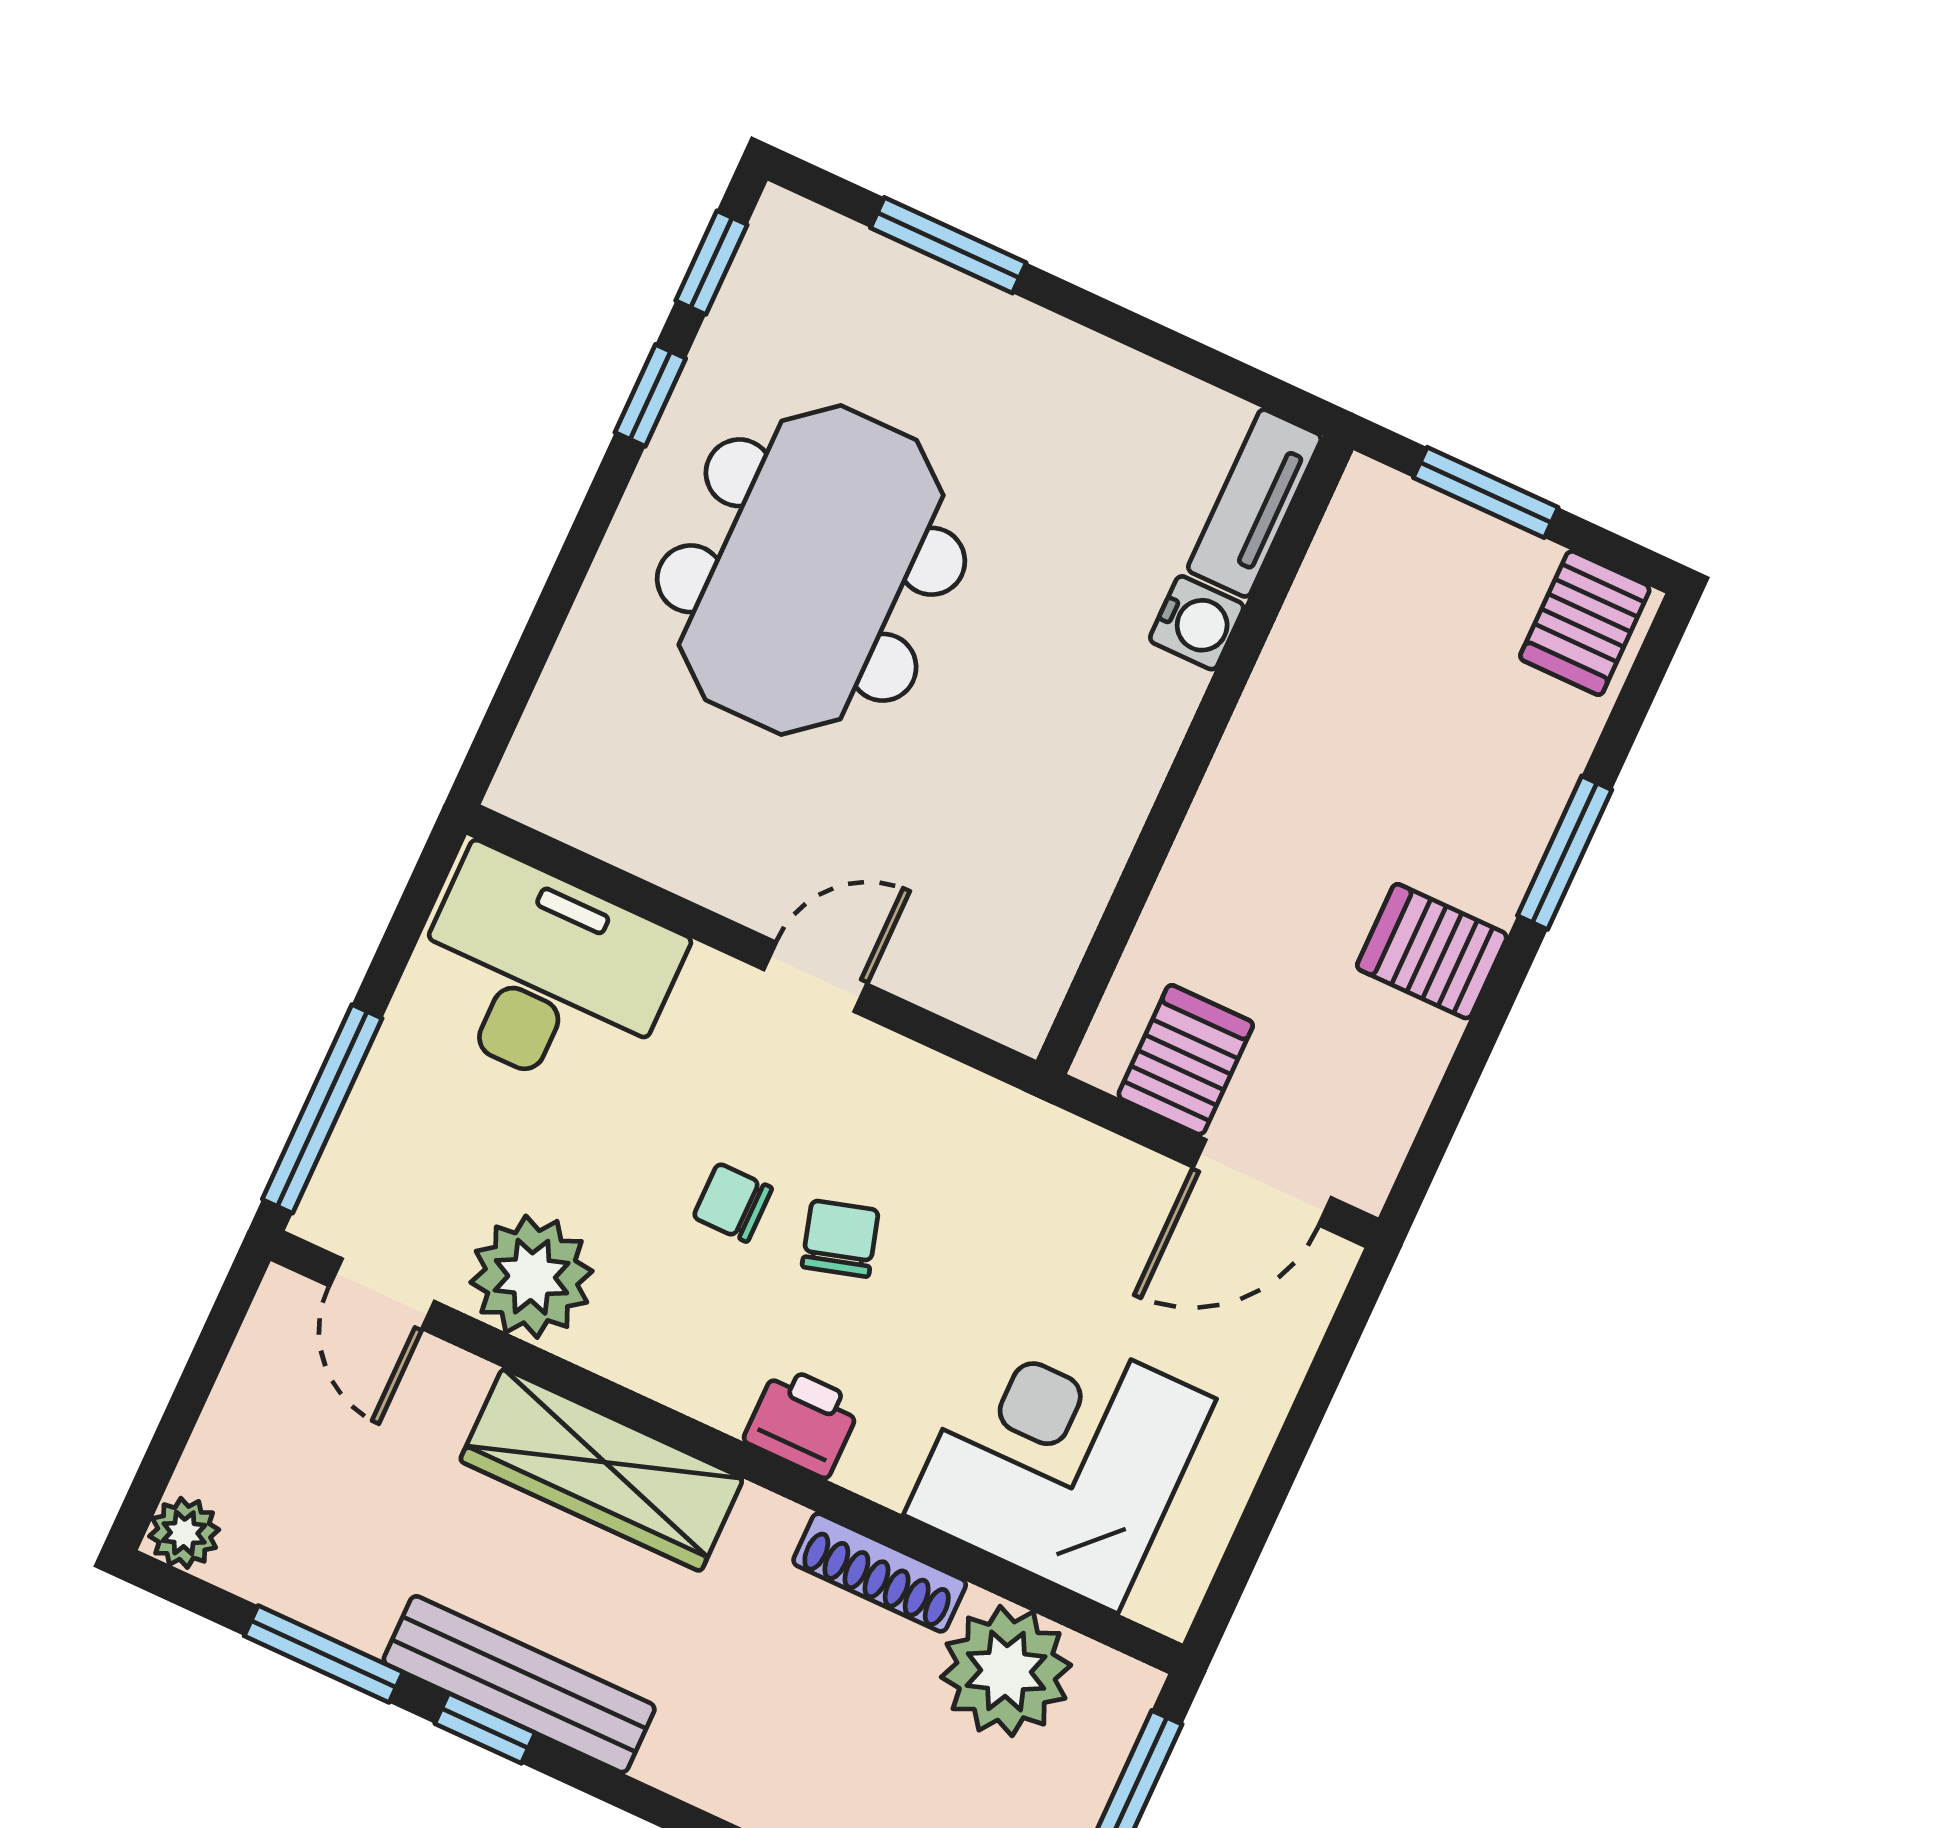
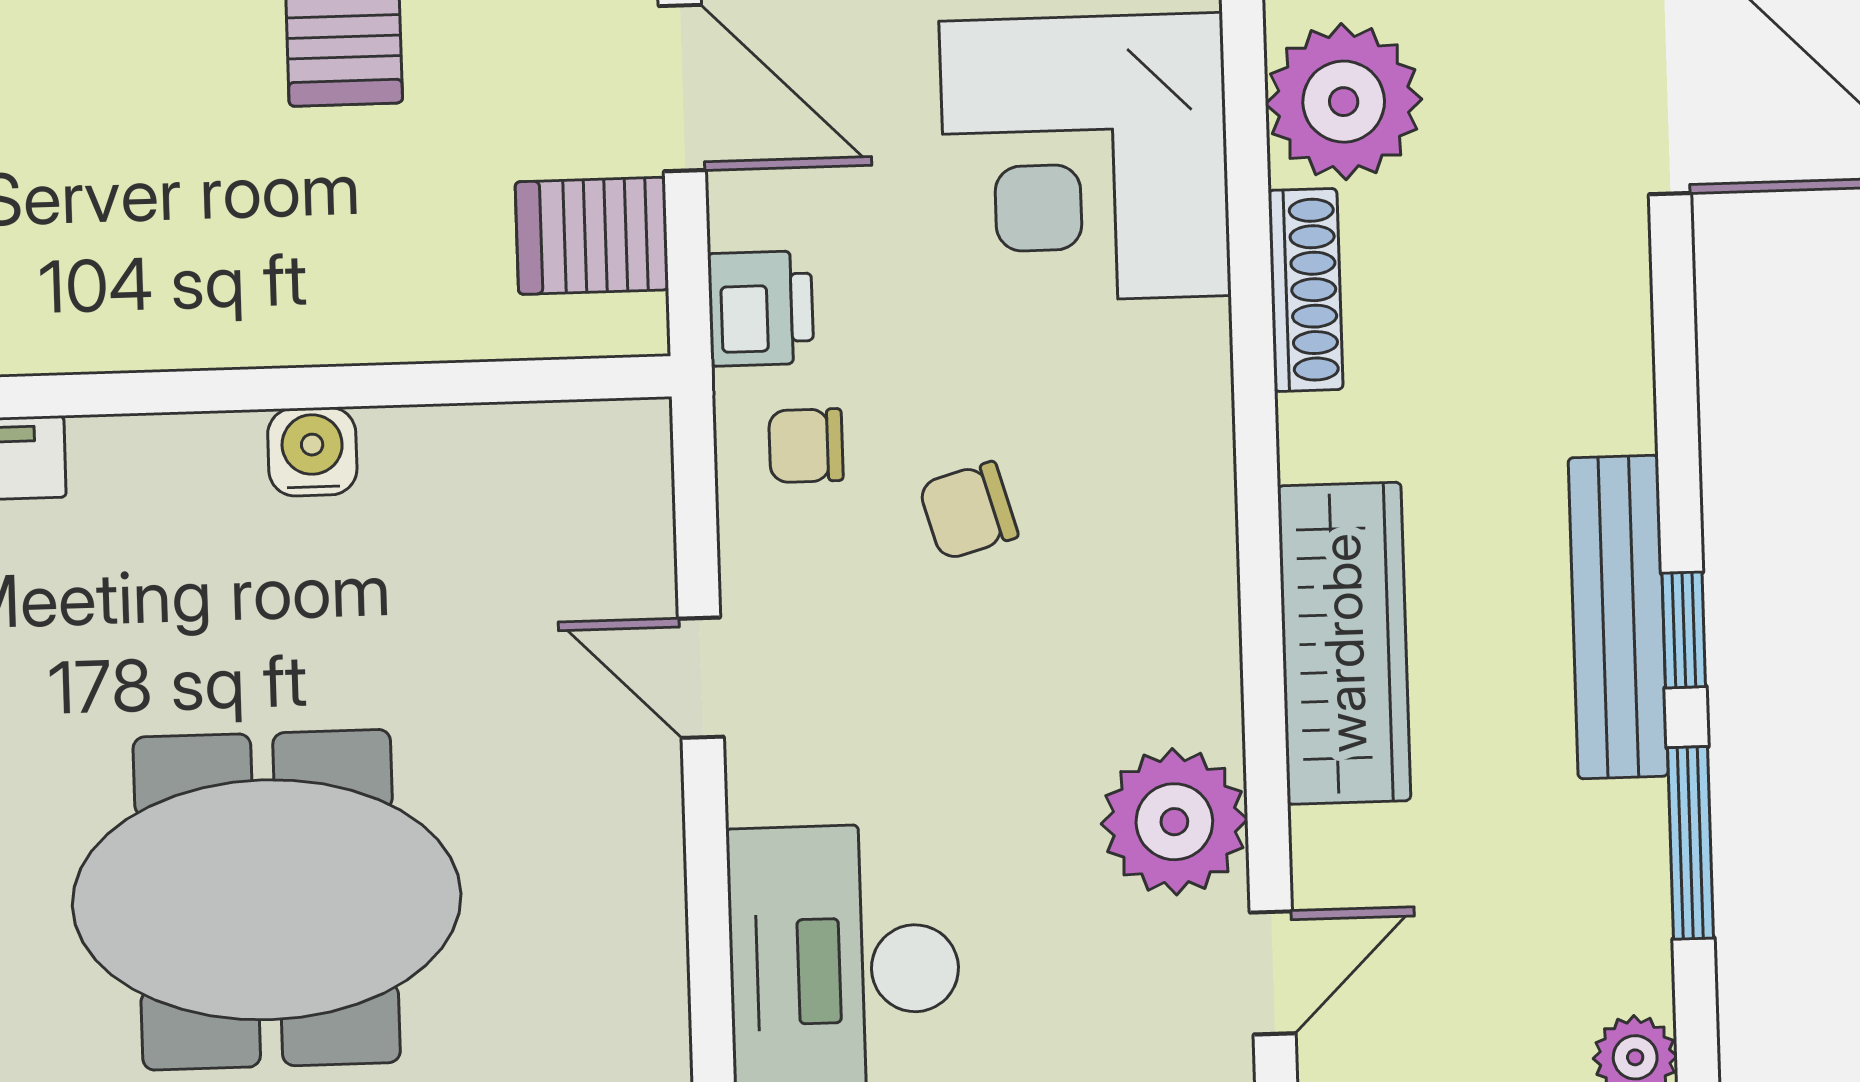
water cooler: (1197, 623) -> (312, 452), moved
chair: (733, 1203) -> (806, 446), moved, turned 90
printer: (803, 1422) -> (761, 308), moved, turned 180

